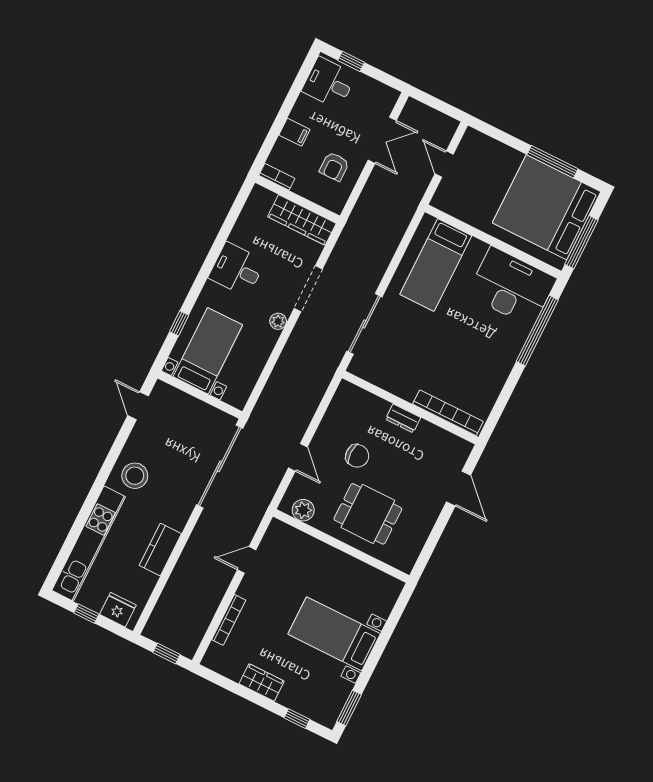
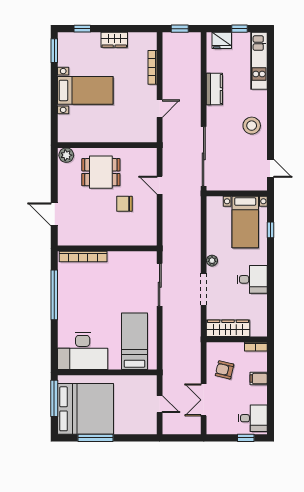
armchair: (334, 167) -> (225, 370), turned -77
window: (537, 331) -> (54, 295), moved
dresser: (403, 418) -> (108, 240), removed
plant: (303, 510) -> (66, 155), moved
kitchen unit: (89, 544) -> (259, 61), width x0.73

